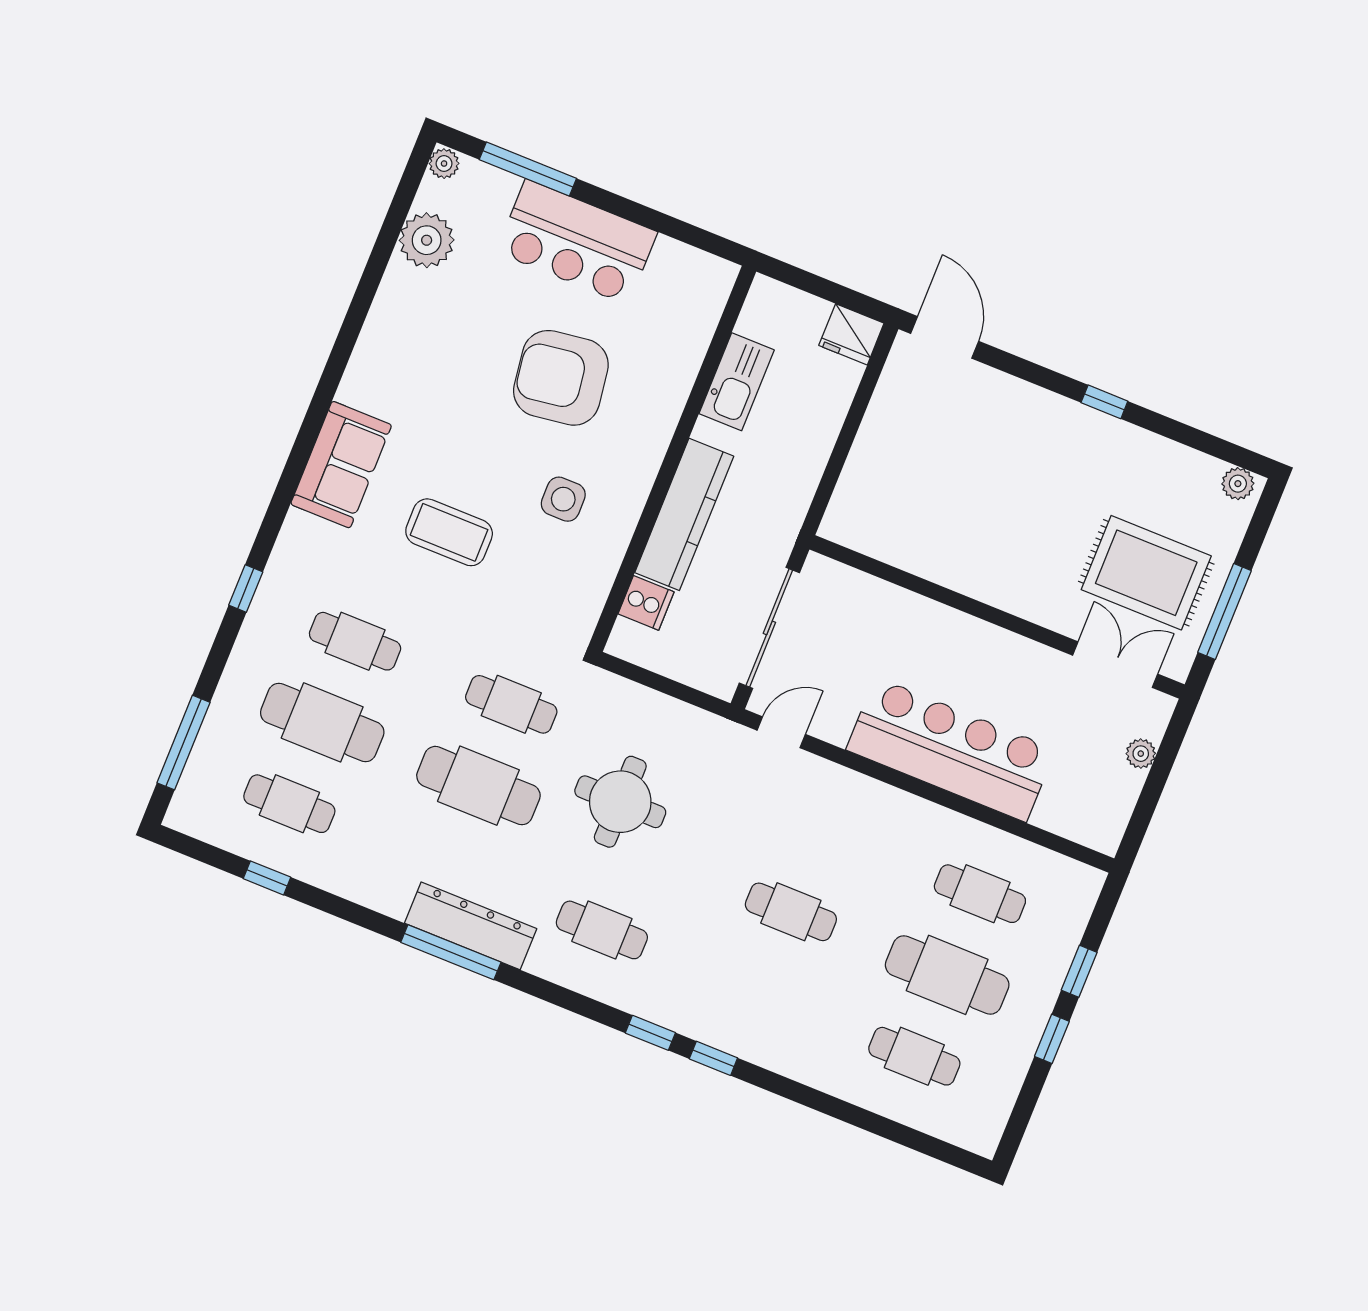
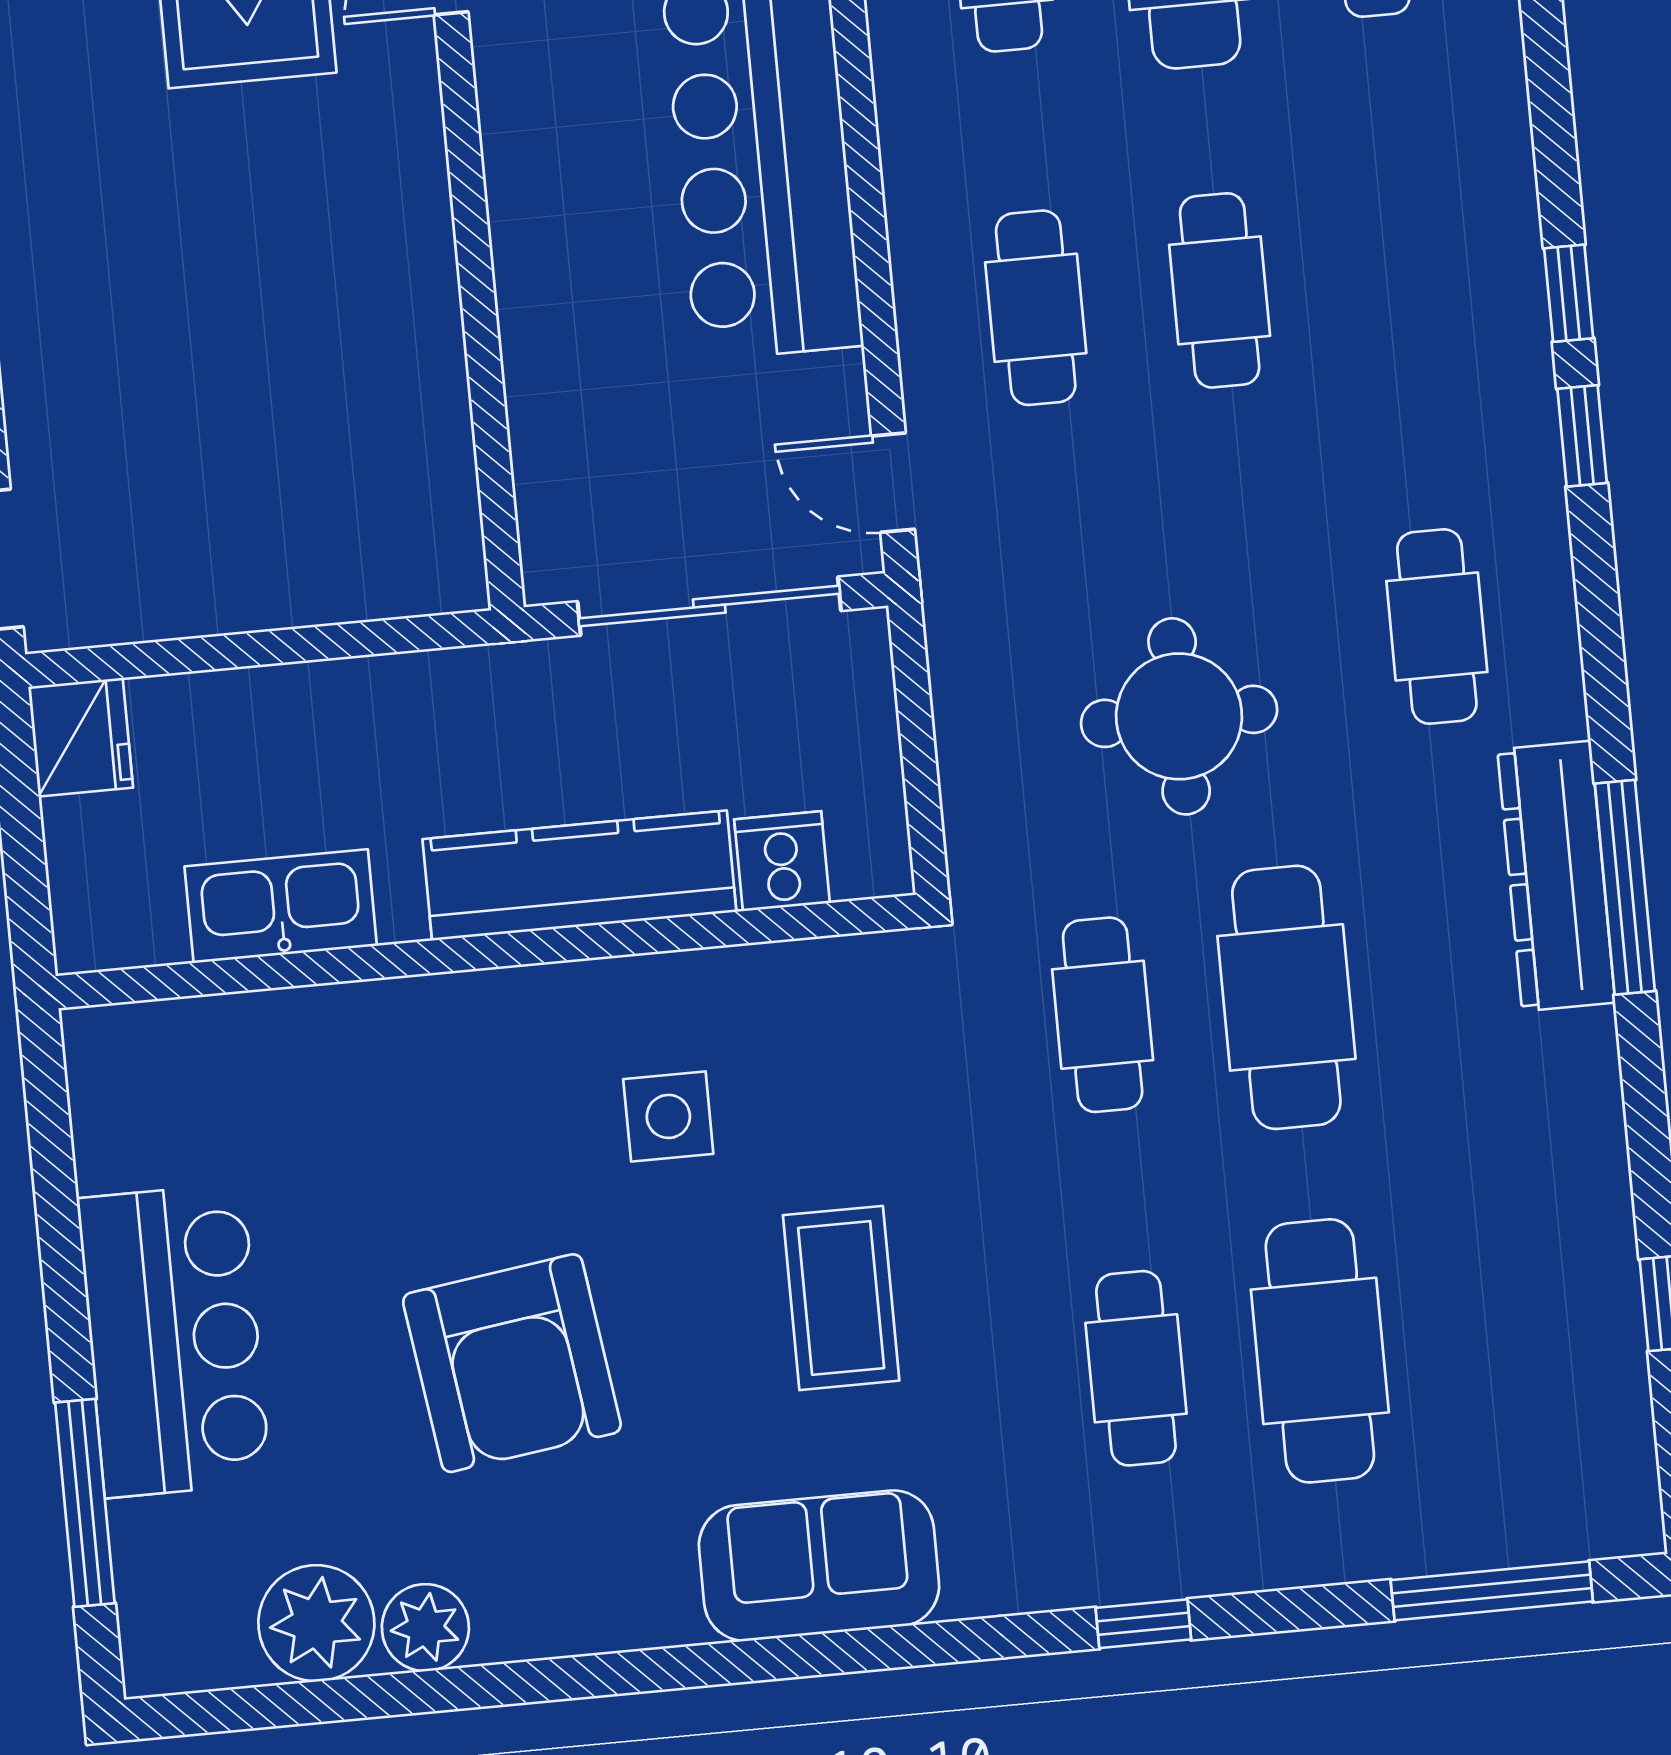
plant: (444, 164) -> (425, 1628), moved, width x1.38, depth x1.38
armchair: (561, 378) -> (512, 1363), moved
cafe table: (289, 804) -> (1036, 308), moved

